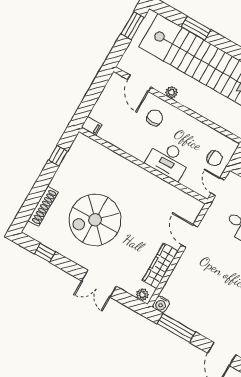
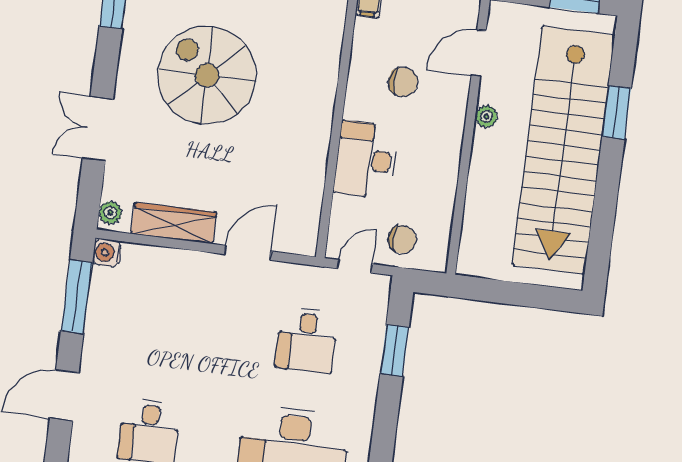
chair: (155, 118) -> (403, 82), moved
chair: (214, 158) -> (402, 239), turned -89

